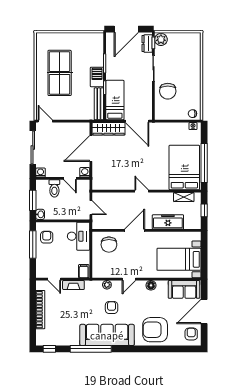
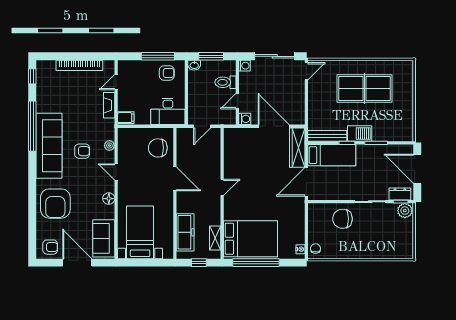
freezer: (168, 222) -> (185, 232), moved
armchair: (155, 330) -> (55, 204), turned 180

